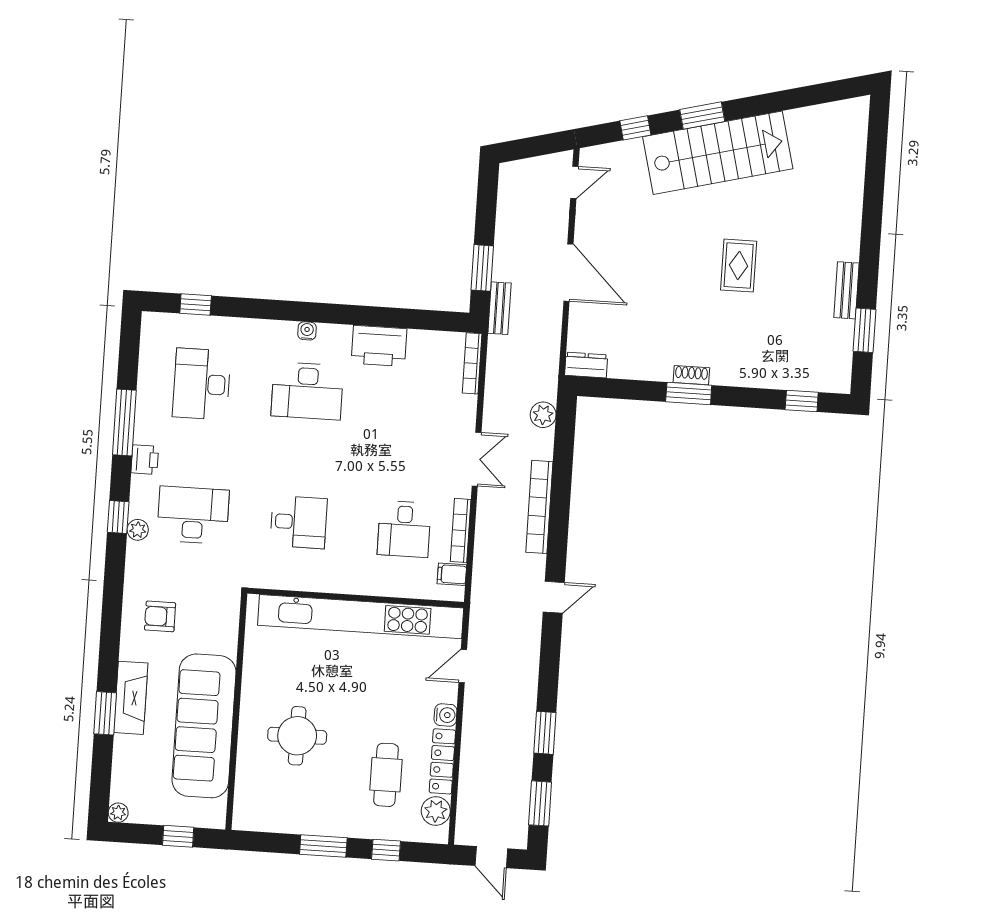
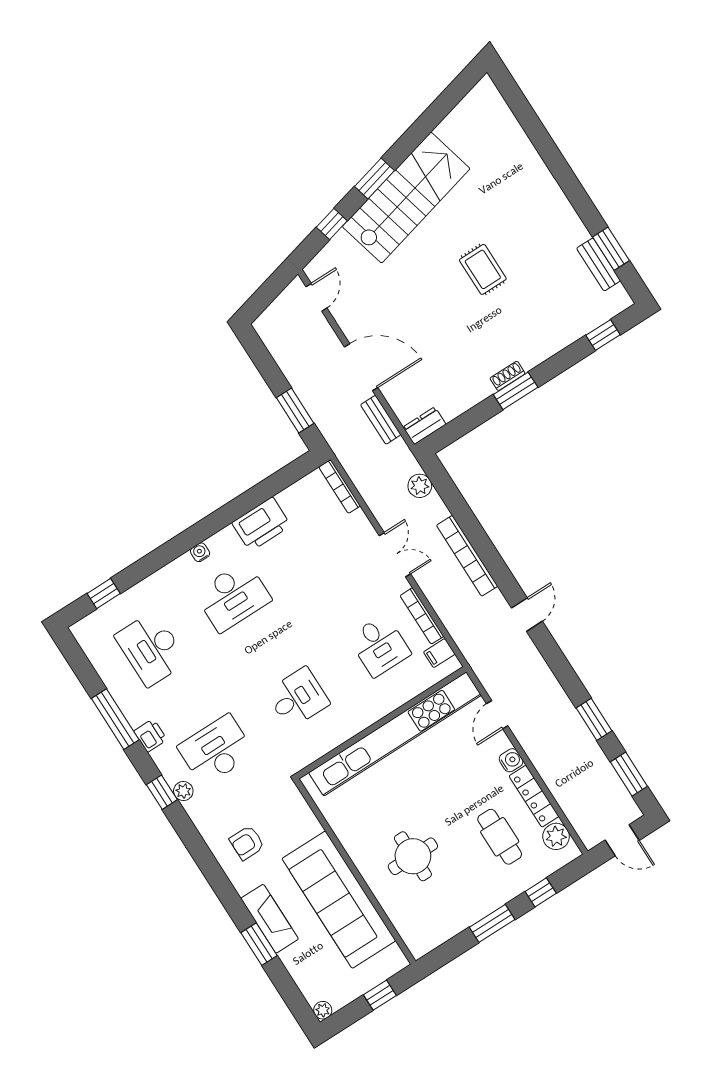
bench: (847, 290) -> (599, 264), moved
bench: (499, 308) -> (381, 420), moved

